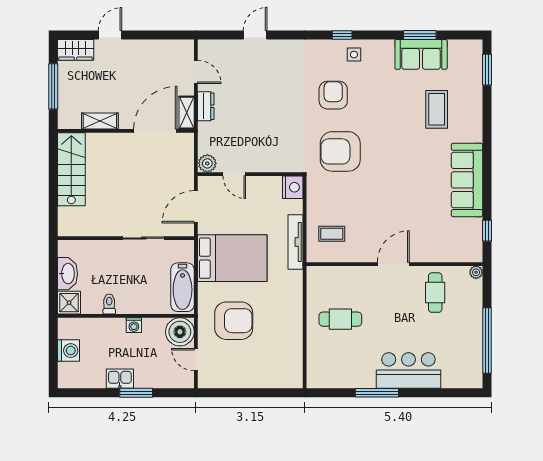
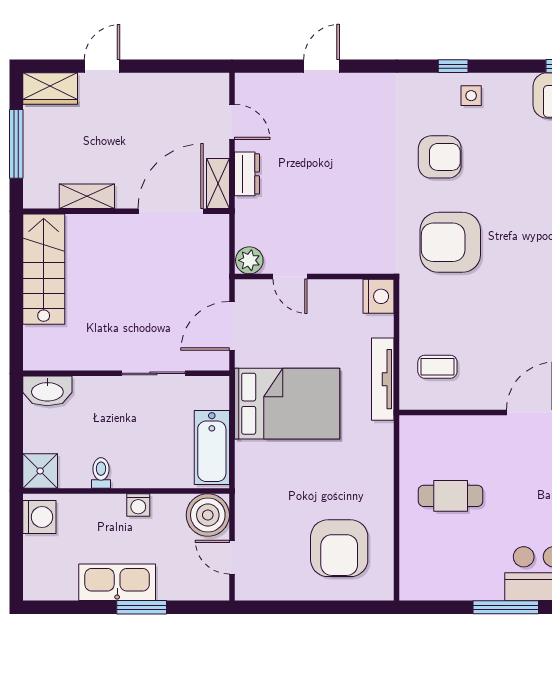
armchair: (333, 95) -> (440, 157), turned 90
washbasin: (67, 274) -> (47, 391), moved, turned 90
armchair: (234, 321) -> (339, 548), moved, turned 90
washing machine: (68, 351) -> (39, 517), moved
kitchen sink: (120, 379) -> (117, 582), width x1.87, depth x1.24

